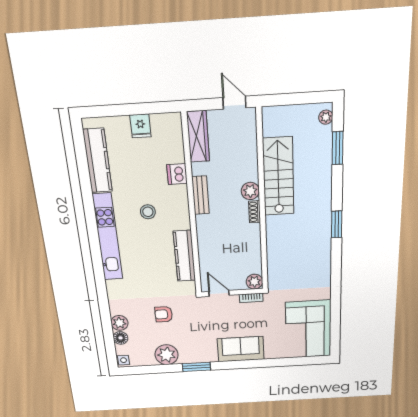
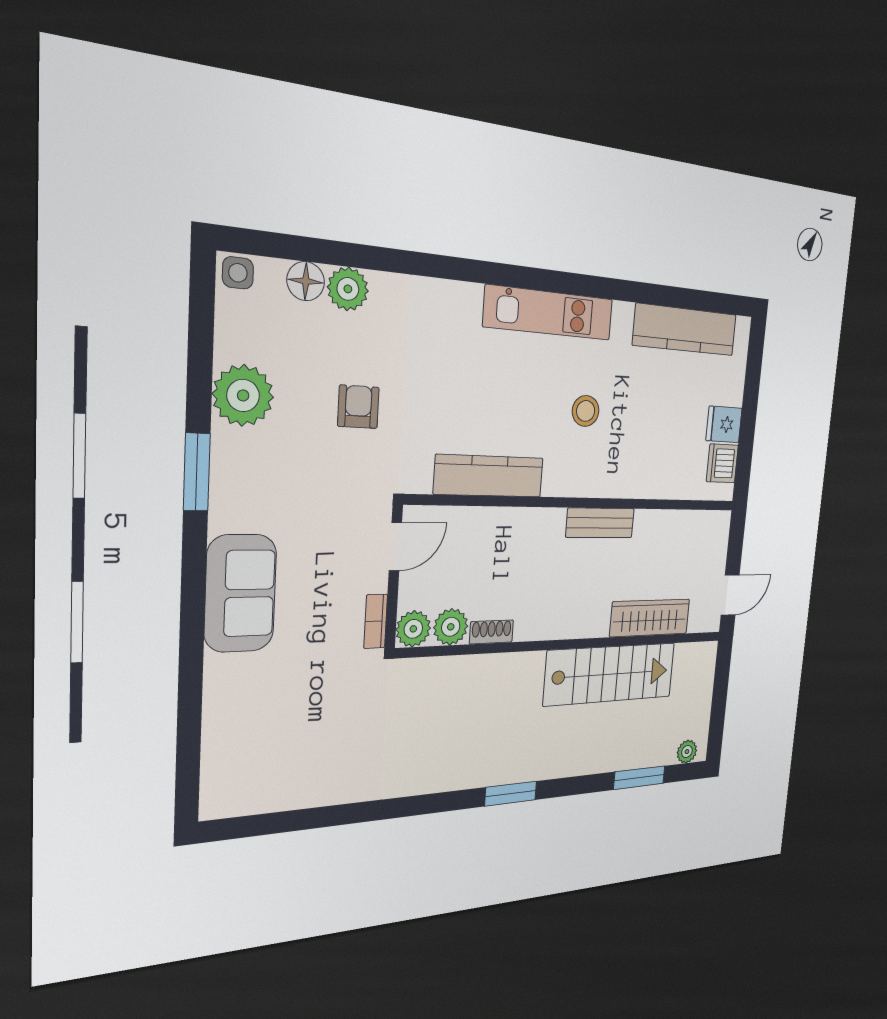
wardrobe: (198, 136) -> (650, 618), moved, turned 180
dishwasher: (177, 174) -> (722, 463), moved, turned -90
plant: (250, 191) -> (451, 627), moved
shoe rack: (254, 212) -> (491, 632), moved
kitchen unit: (108, 237) -> (549, 313), width x0.73
corner sofa: (308, 329) -> (279, 760), removed

